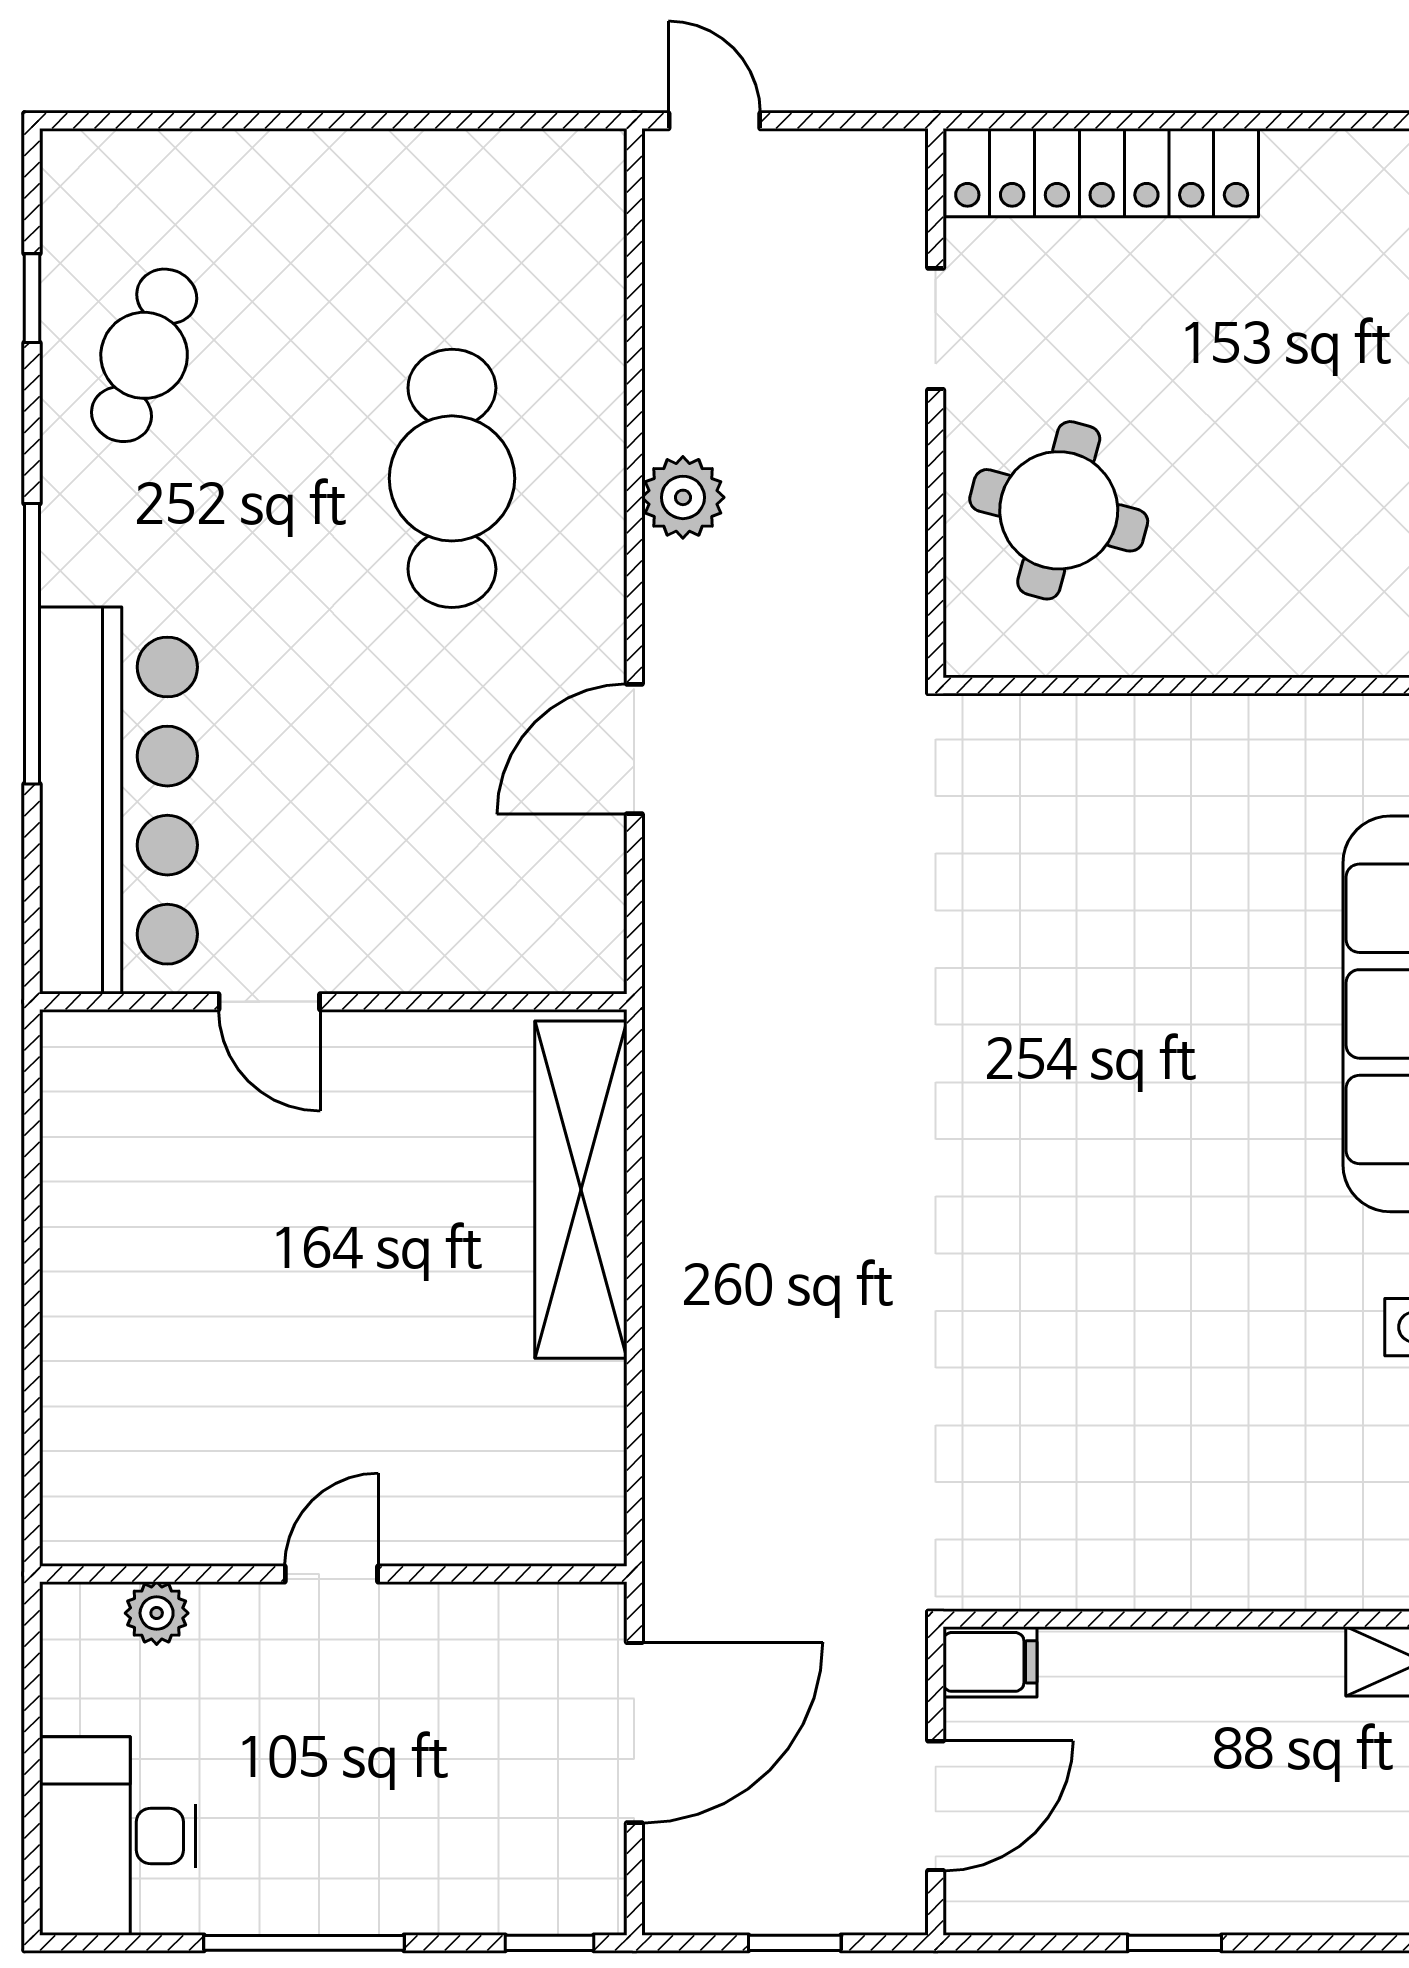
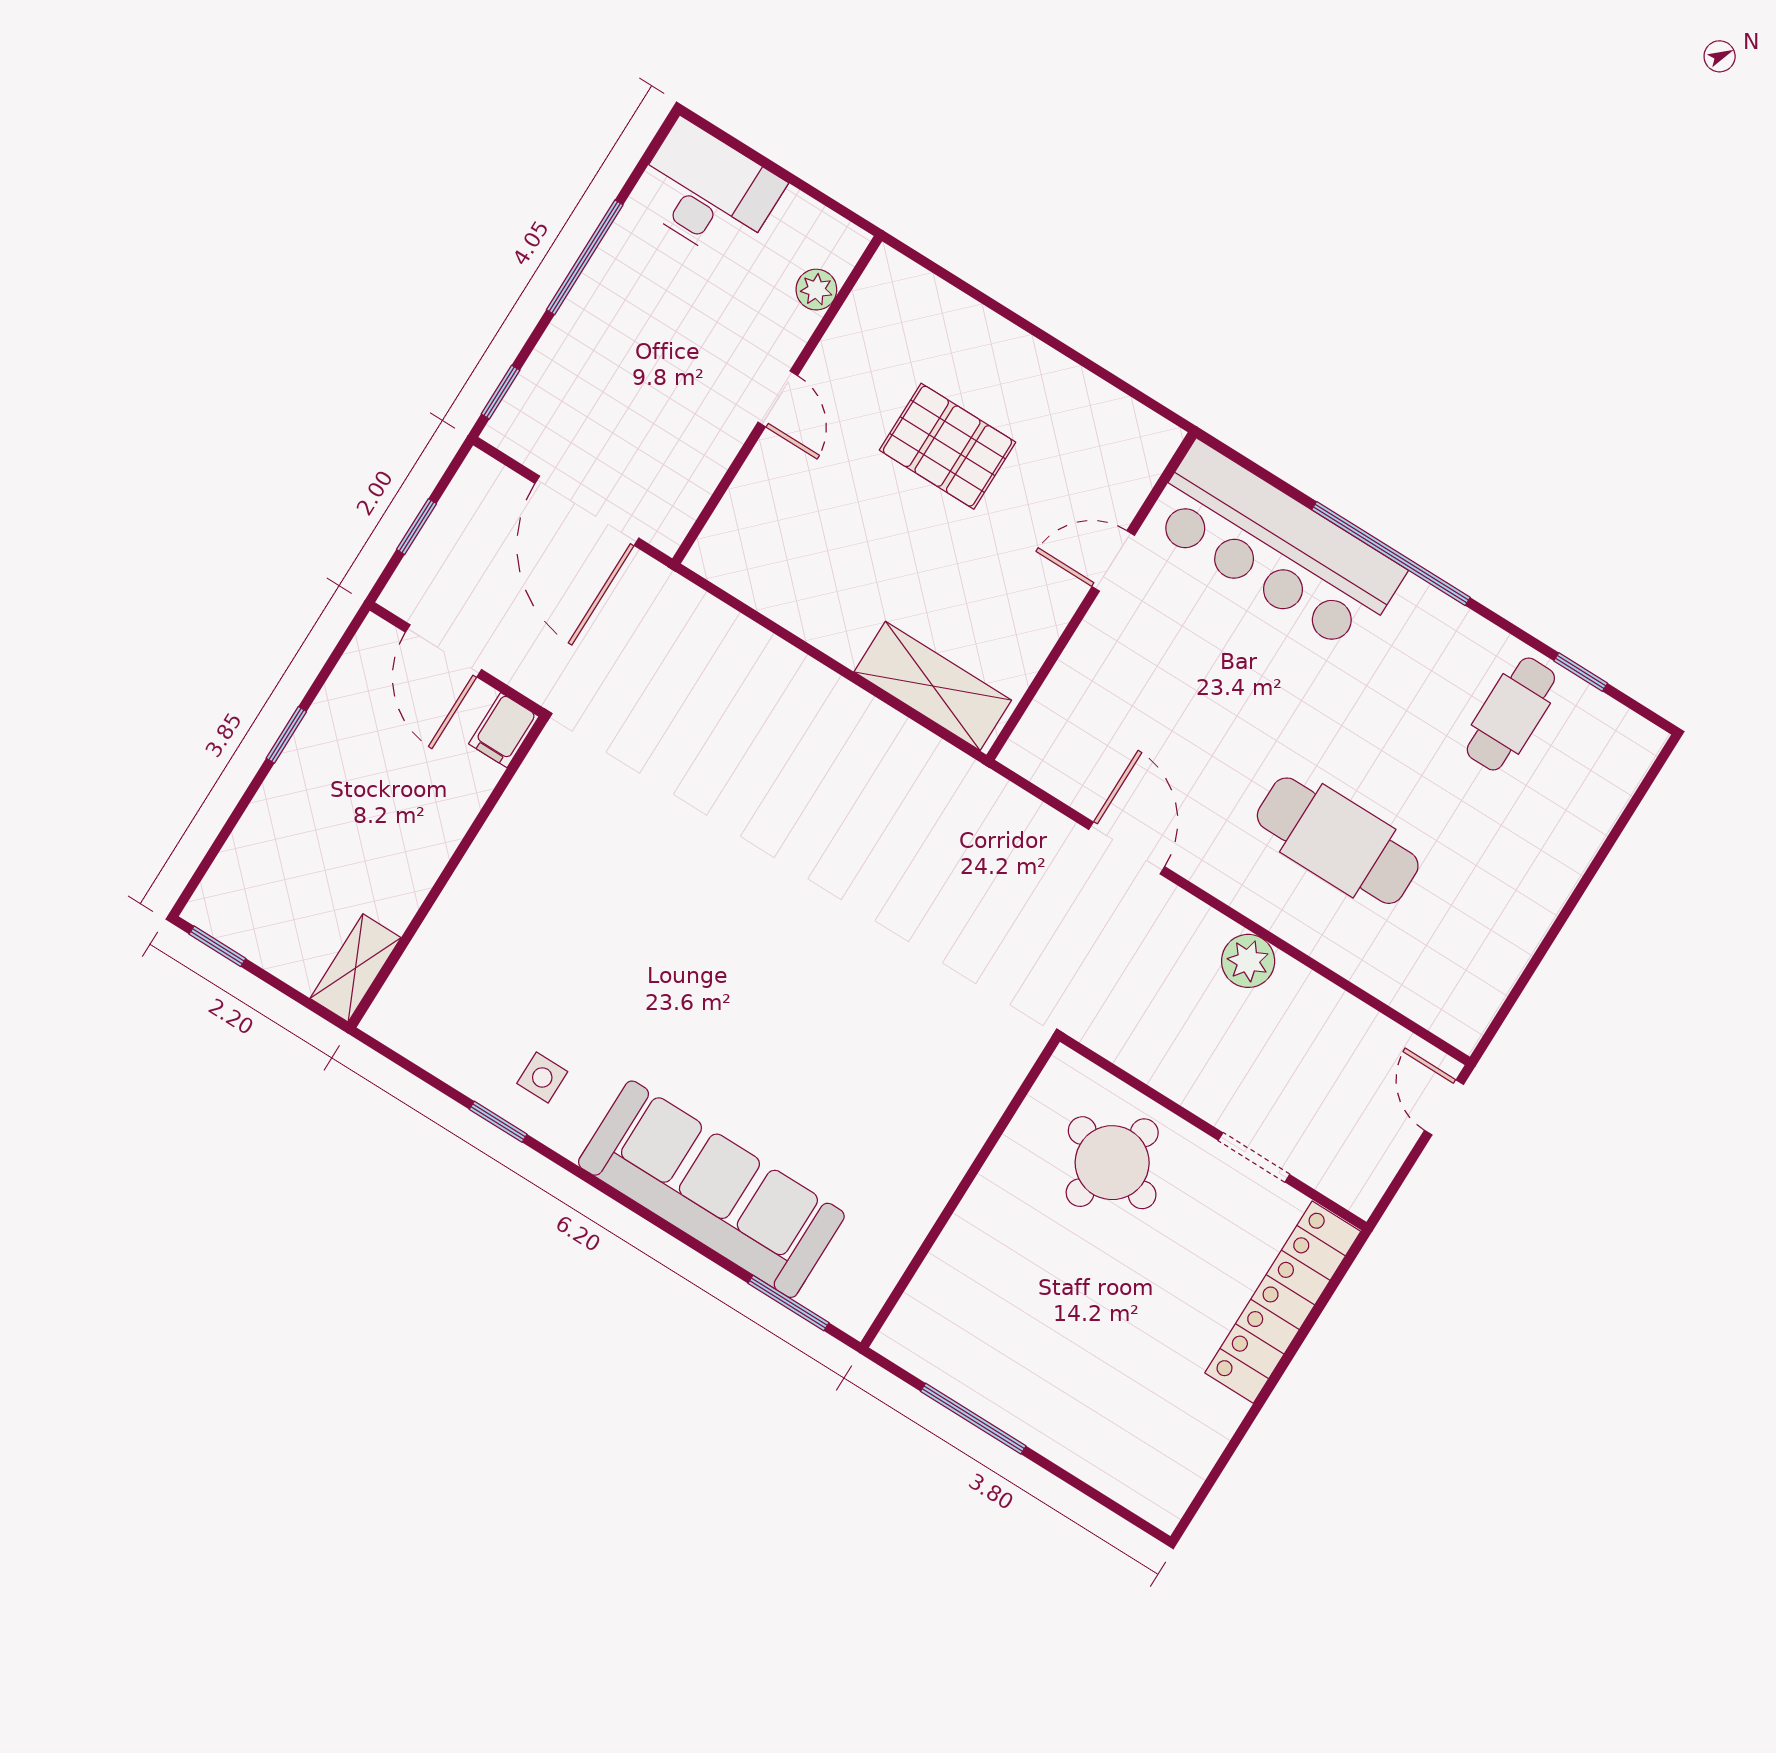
door: (714, 121) -> (1444, 1107), swing flipped
cafe table: (144, 355) -> (1511, 714), turned 69
shelving: (581, 1190) -> (933, 686), width x0.68
pallet: (254, 1313) -> (947, 446), added

